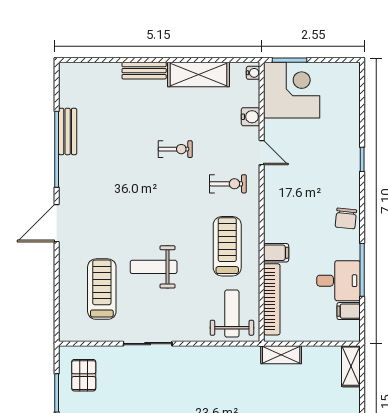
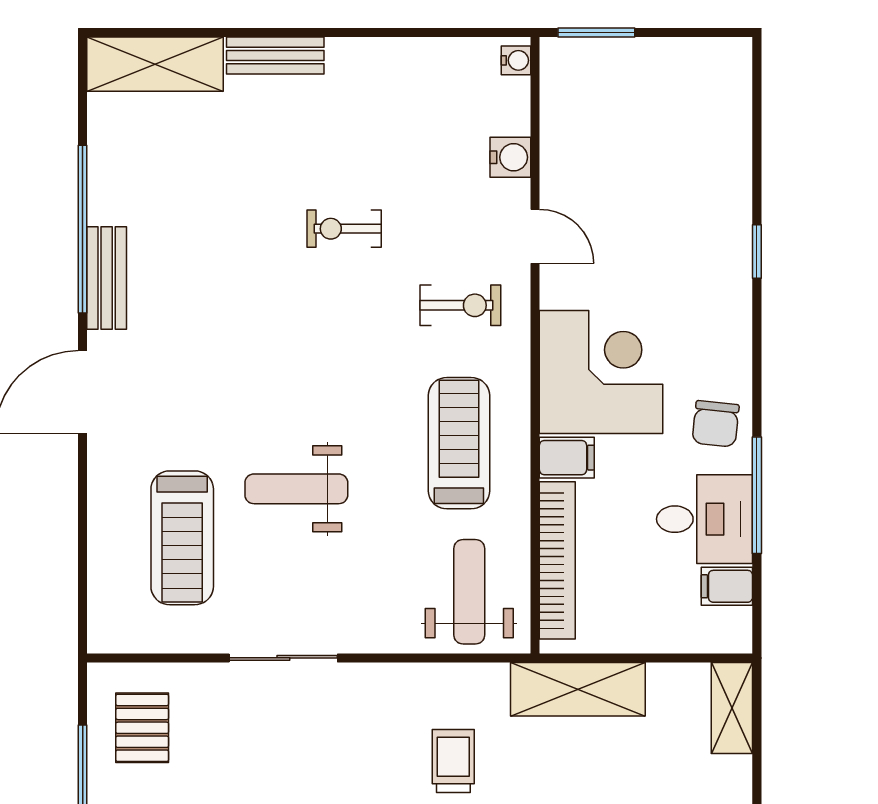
shelving: (199, 75) -> (155, 64), moved
corner desk: (292, 90) -> (601, 372), moved
bench: (68, 131) -> (107, 278), moved
exercise bike: (175, 149) -> (344, 229), turned 180
chair: (346, 218) -> (716, 424), moved
treadmill: (102, 289) -> (182, 538), turned 180
shelving: (281, 355) -> (578, 689), width x1.50, depth x1.33
trolley: (225, 390) -> (453, 761), added

